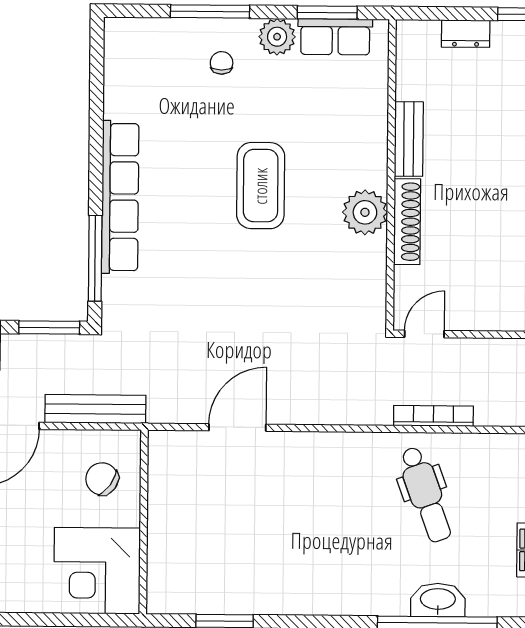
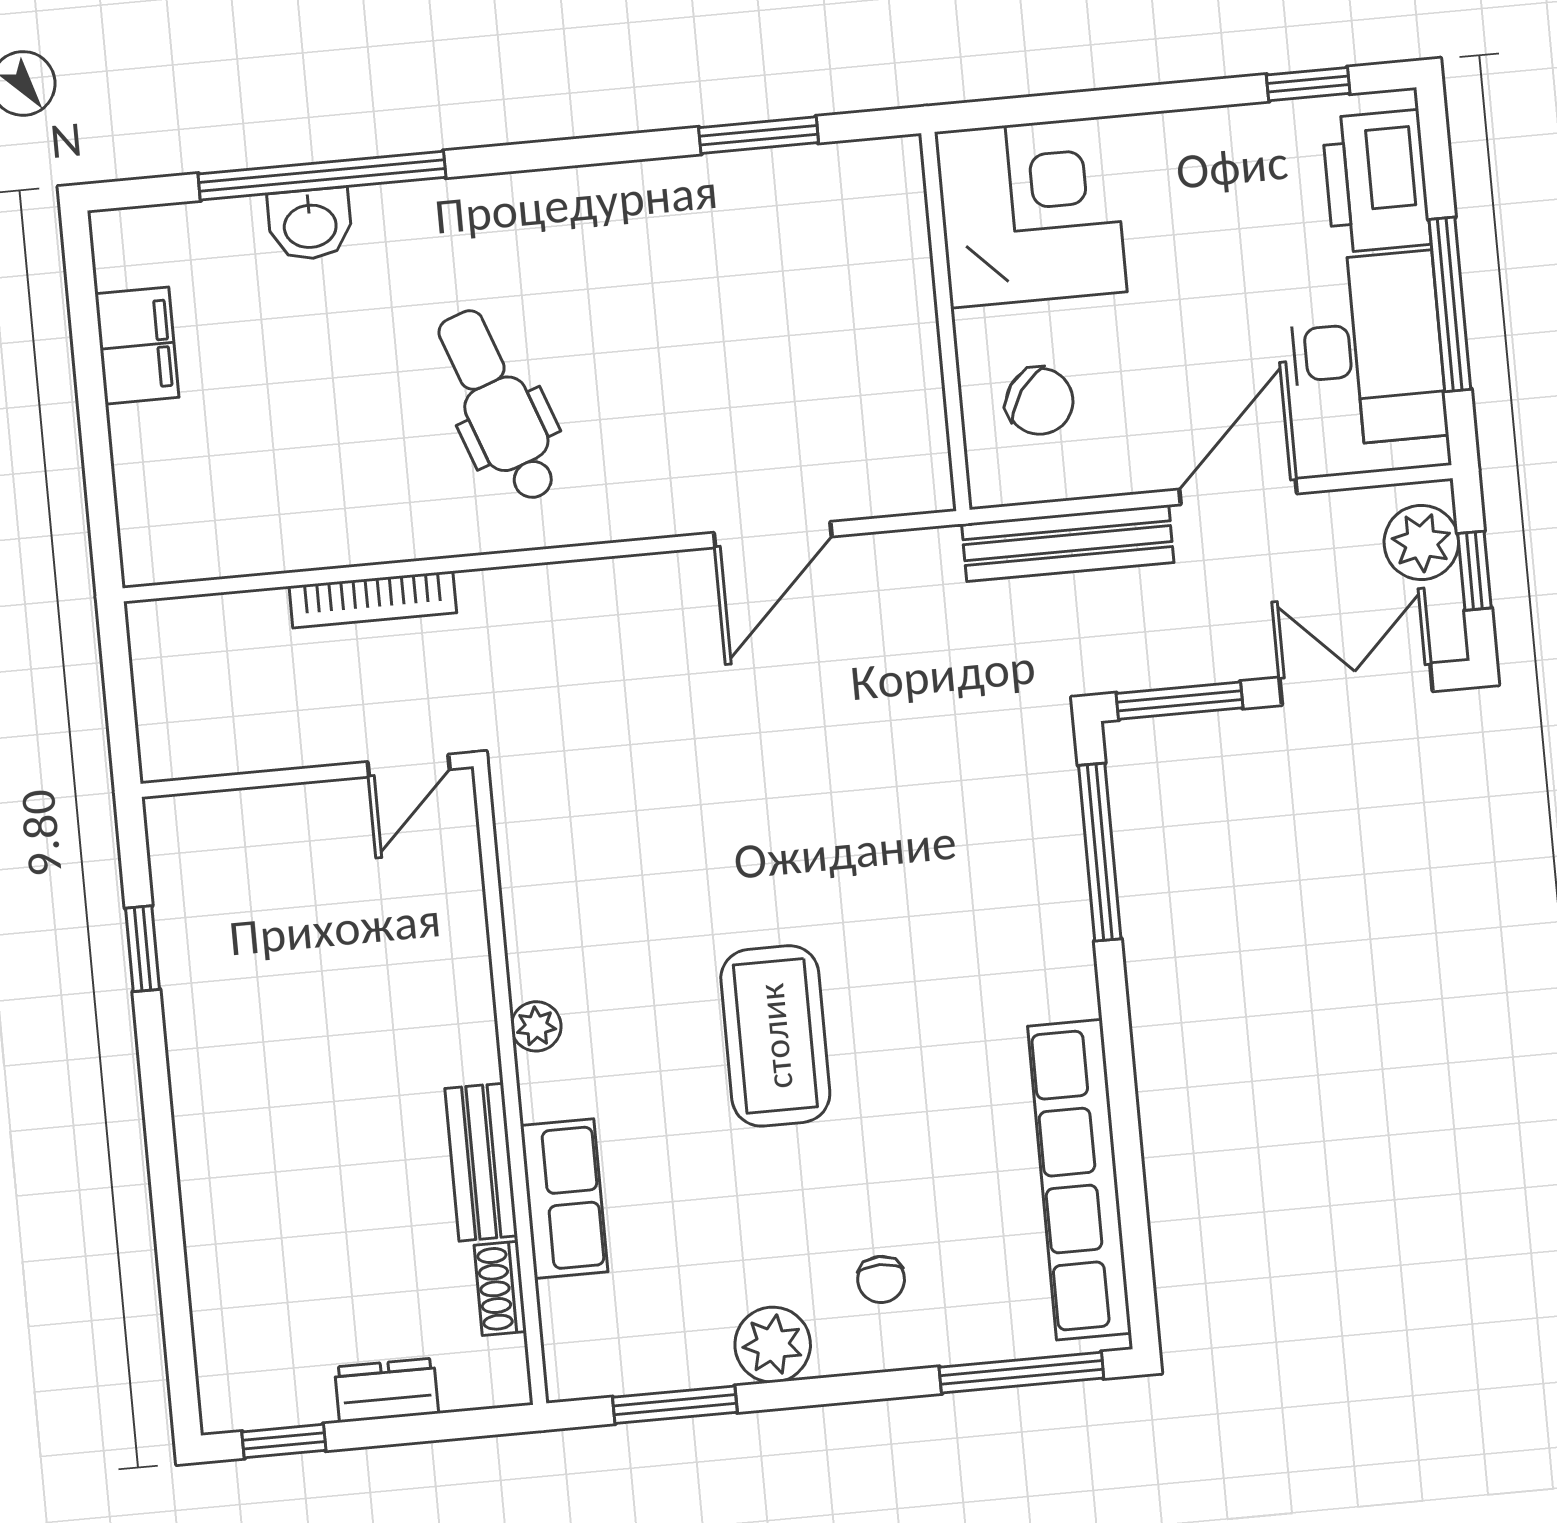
window: (210, 11) -> (1021, 1373), moved
row of seats: (335, 37) -> (564, 1199), moved, turned 90
row of seats: (120, 197) -> (1079, 1180), moved
plant: (365, 212) -> (536, 1026), width x0.53, depth x0.53
shoe rack: (407, 222) -> (500, 1288), moved, width x0.51, depth x0.81
dental chair: (426, 494) -> (498, 406), moved
washbasin: (438, 600) -> (310, 224), width x0.72

